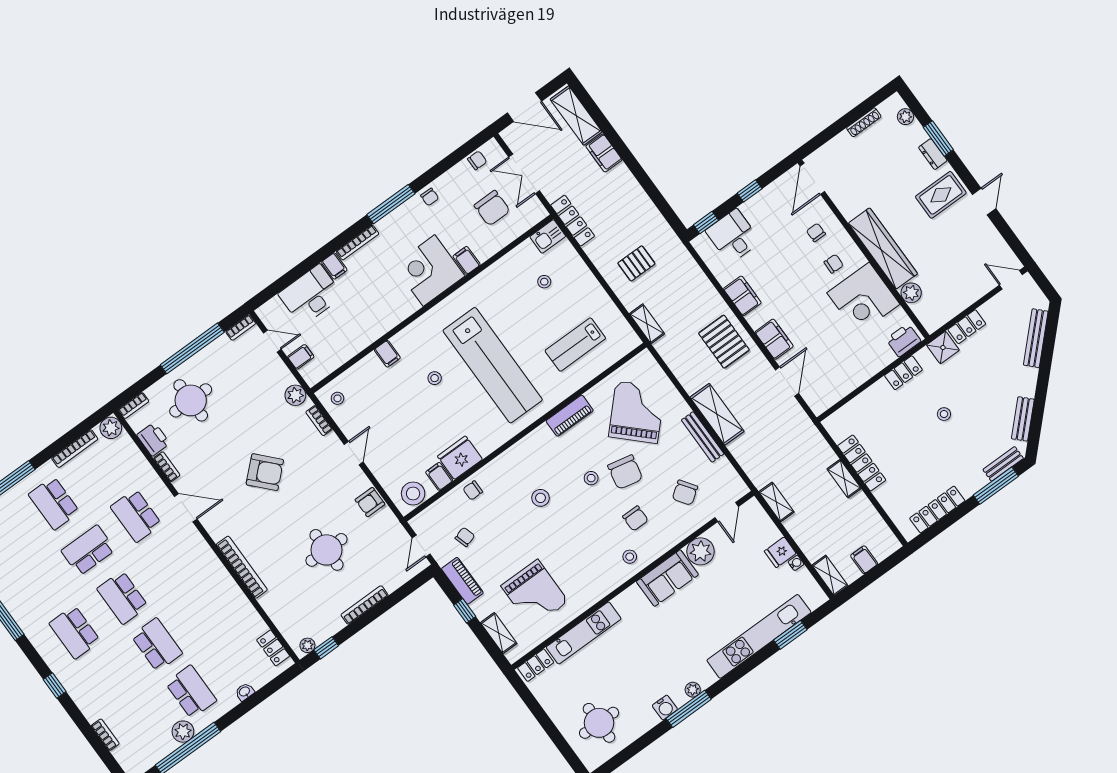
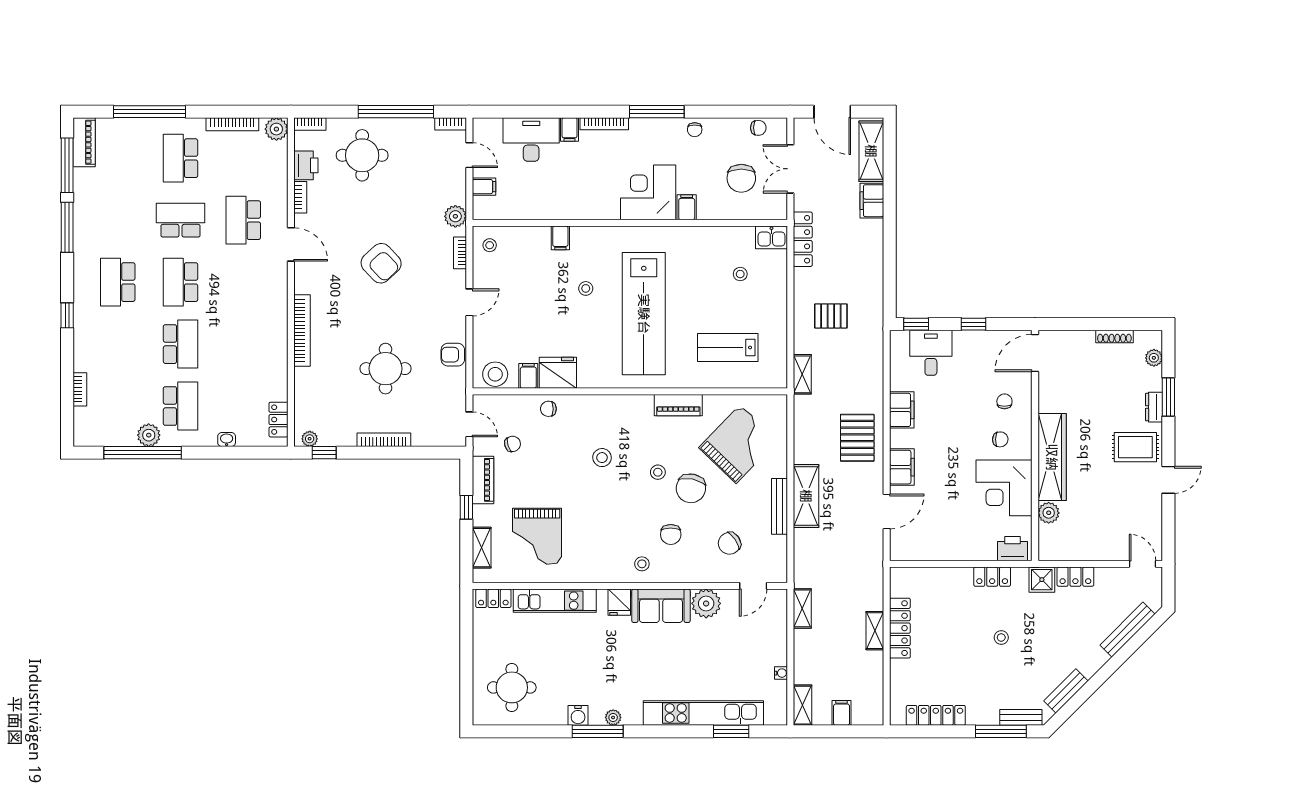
door: (421, 546) -> (469, 424), swing flipped
fridge: (780, 552) -> (619, 602), moved, turned -90

